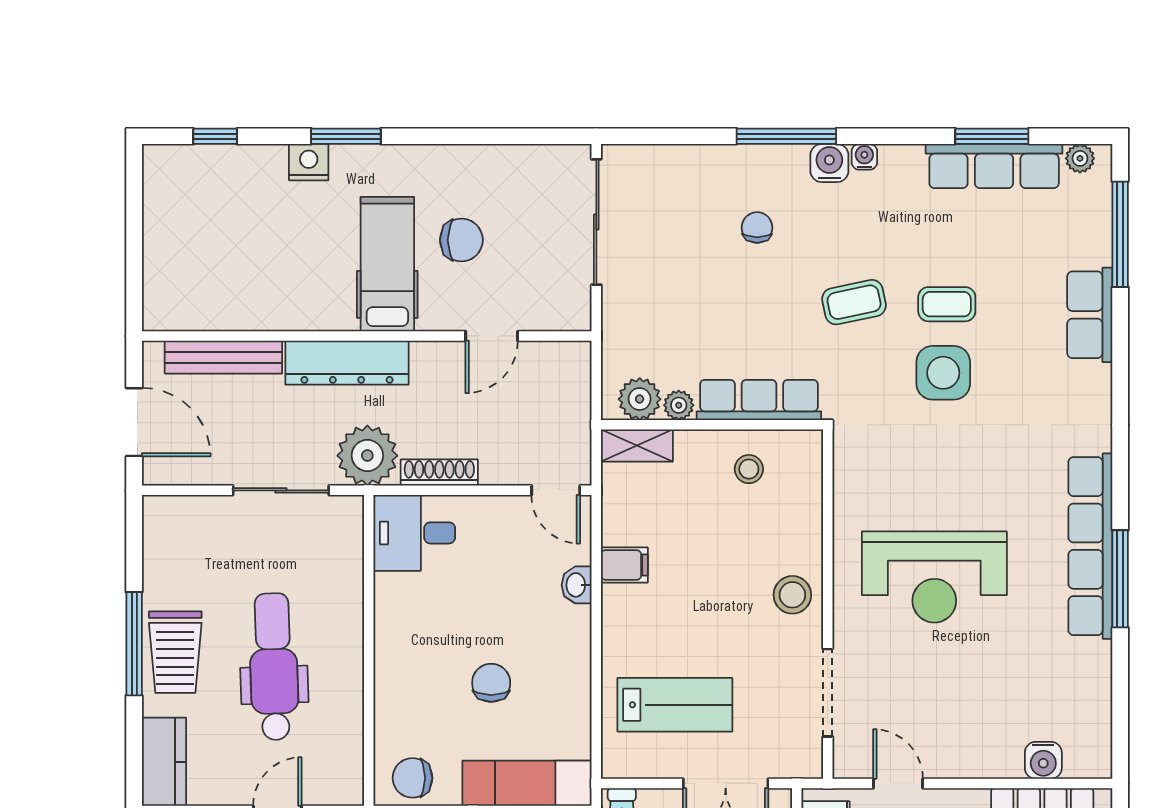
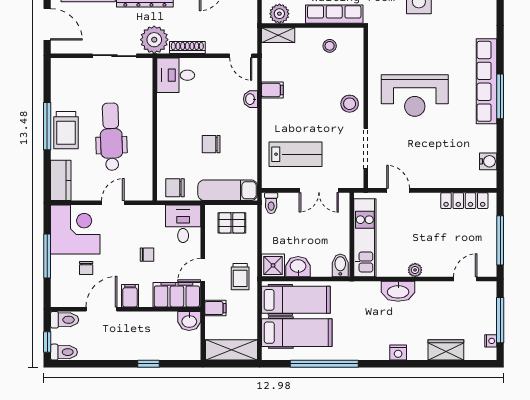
plant: (679, 405) -> (297, 17), removed
chair: (491, 683) -> (211, 144), turned -90
water cooler: (1043, 760) -> (488, 161), moved, turned -90

